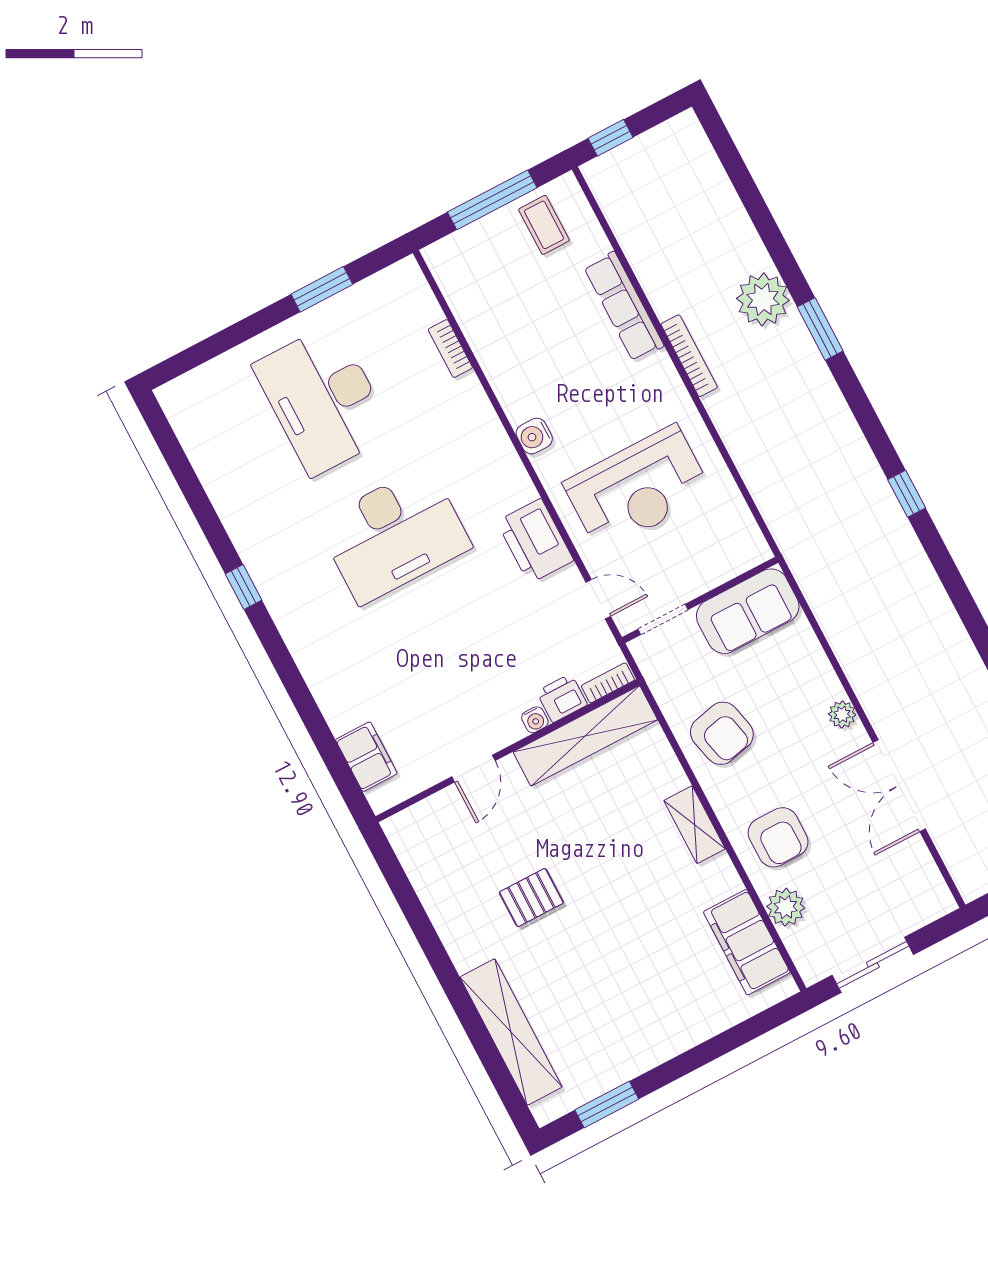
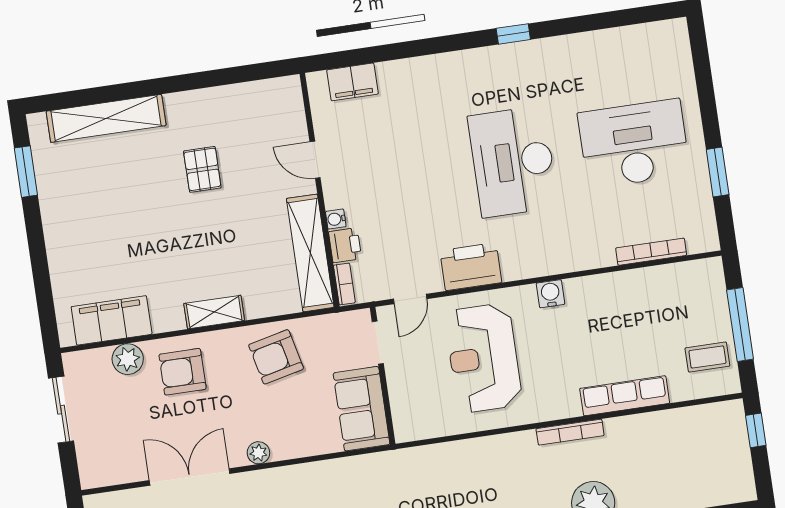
bookcase: (450, 349) -> (651, 252), width x1.56

